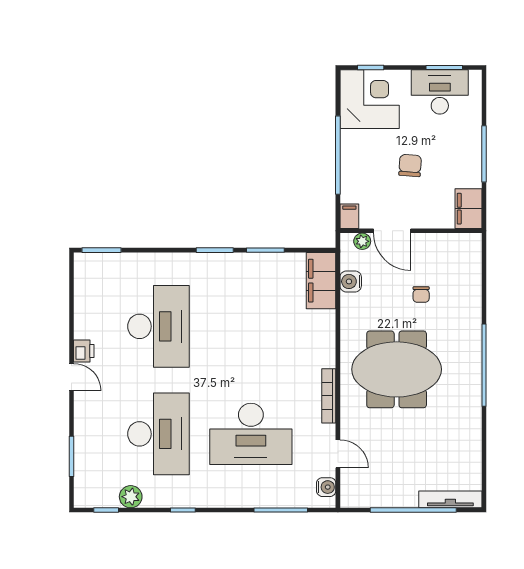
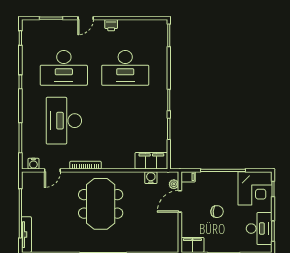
chair: (421, 294) -> (143, 218), removed
door: (71, 377) -> (86, 18), moved
plant: (131, 497) -> (28, 52), removed

